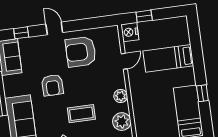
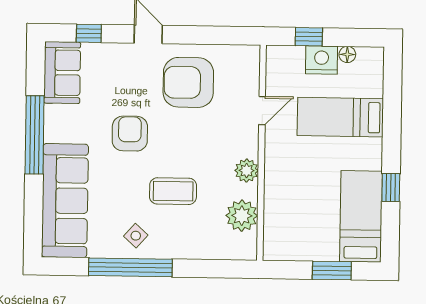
floor lamp: (167, 23) -> (347, 54), added
nightstand: (130, 32) -> (322, 60), moved, turned 90
armchair: (52, 85) -> (130, 134), turned 180

